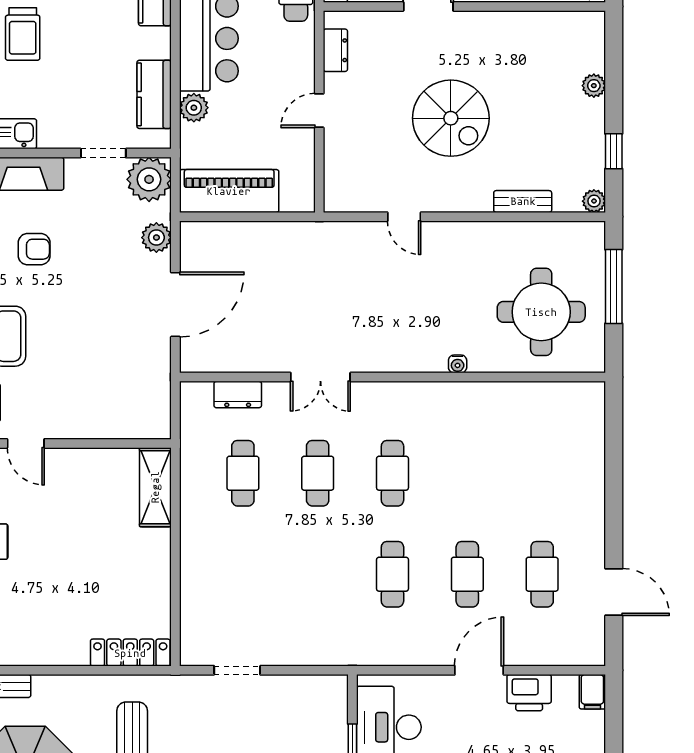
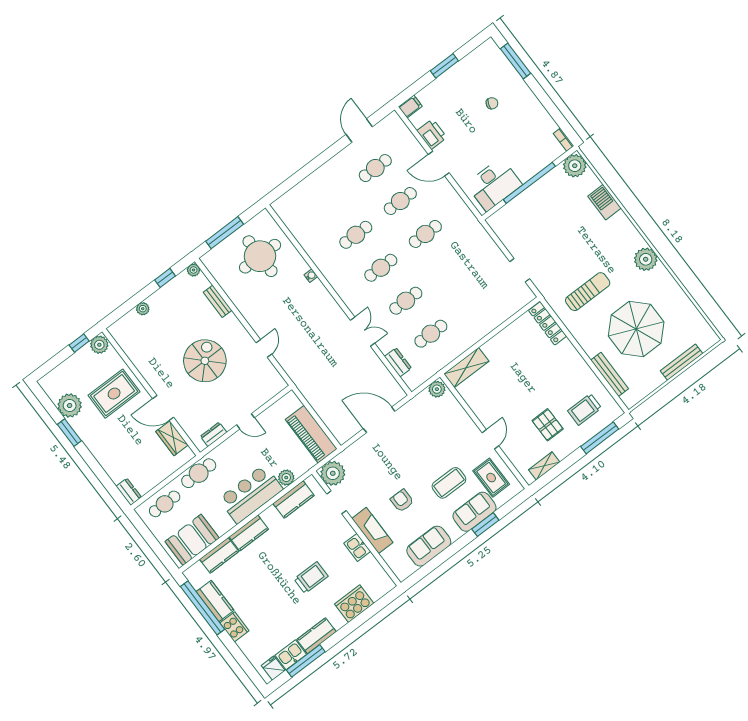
plant: (156, 238) -> (437, 389), moved
cafe table: (467, 473) -> (356, 235), added

